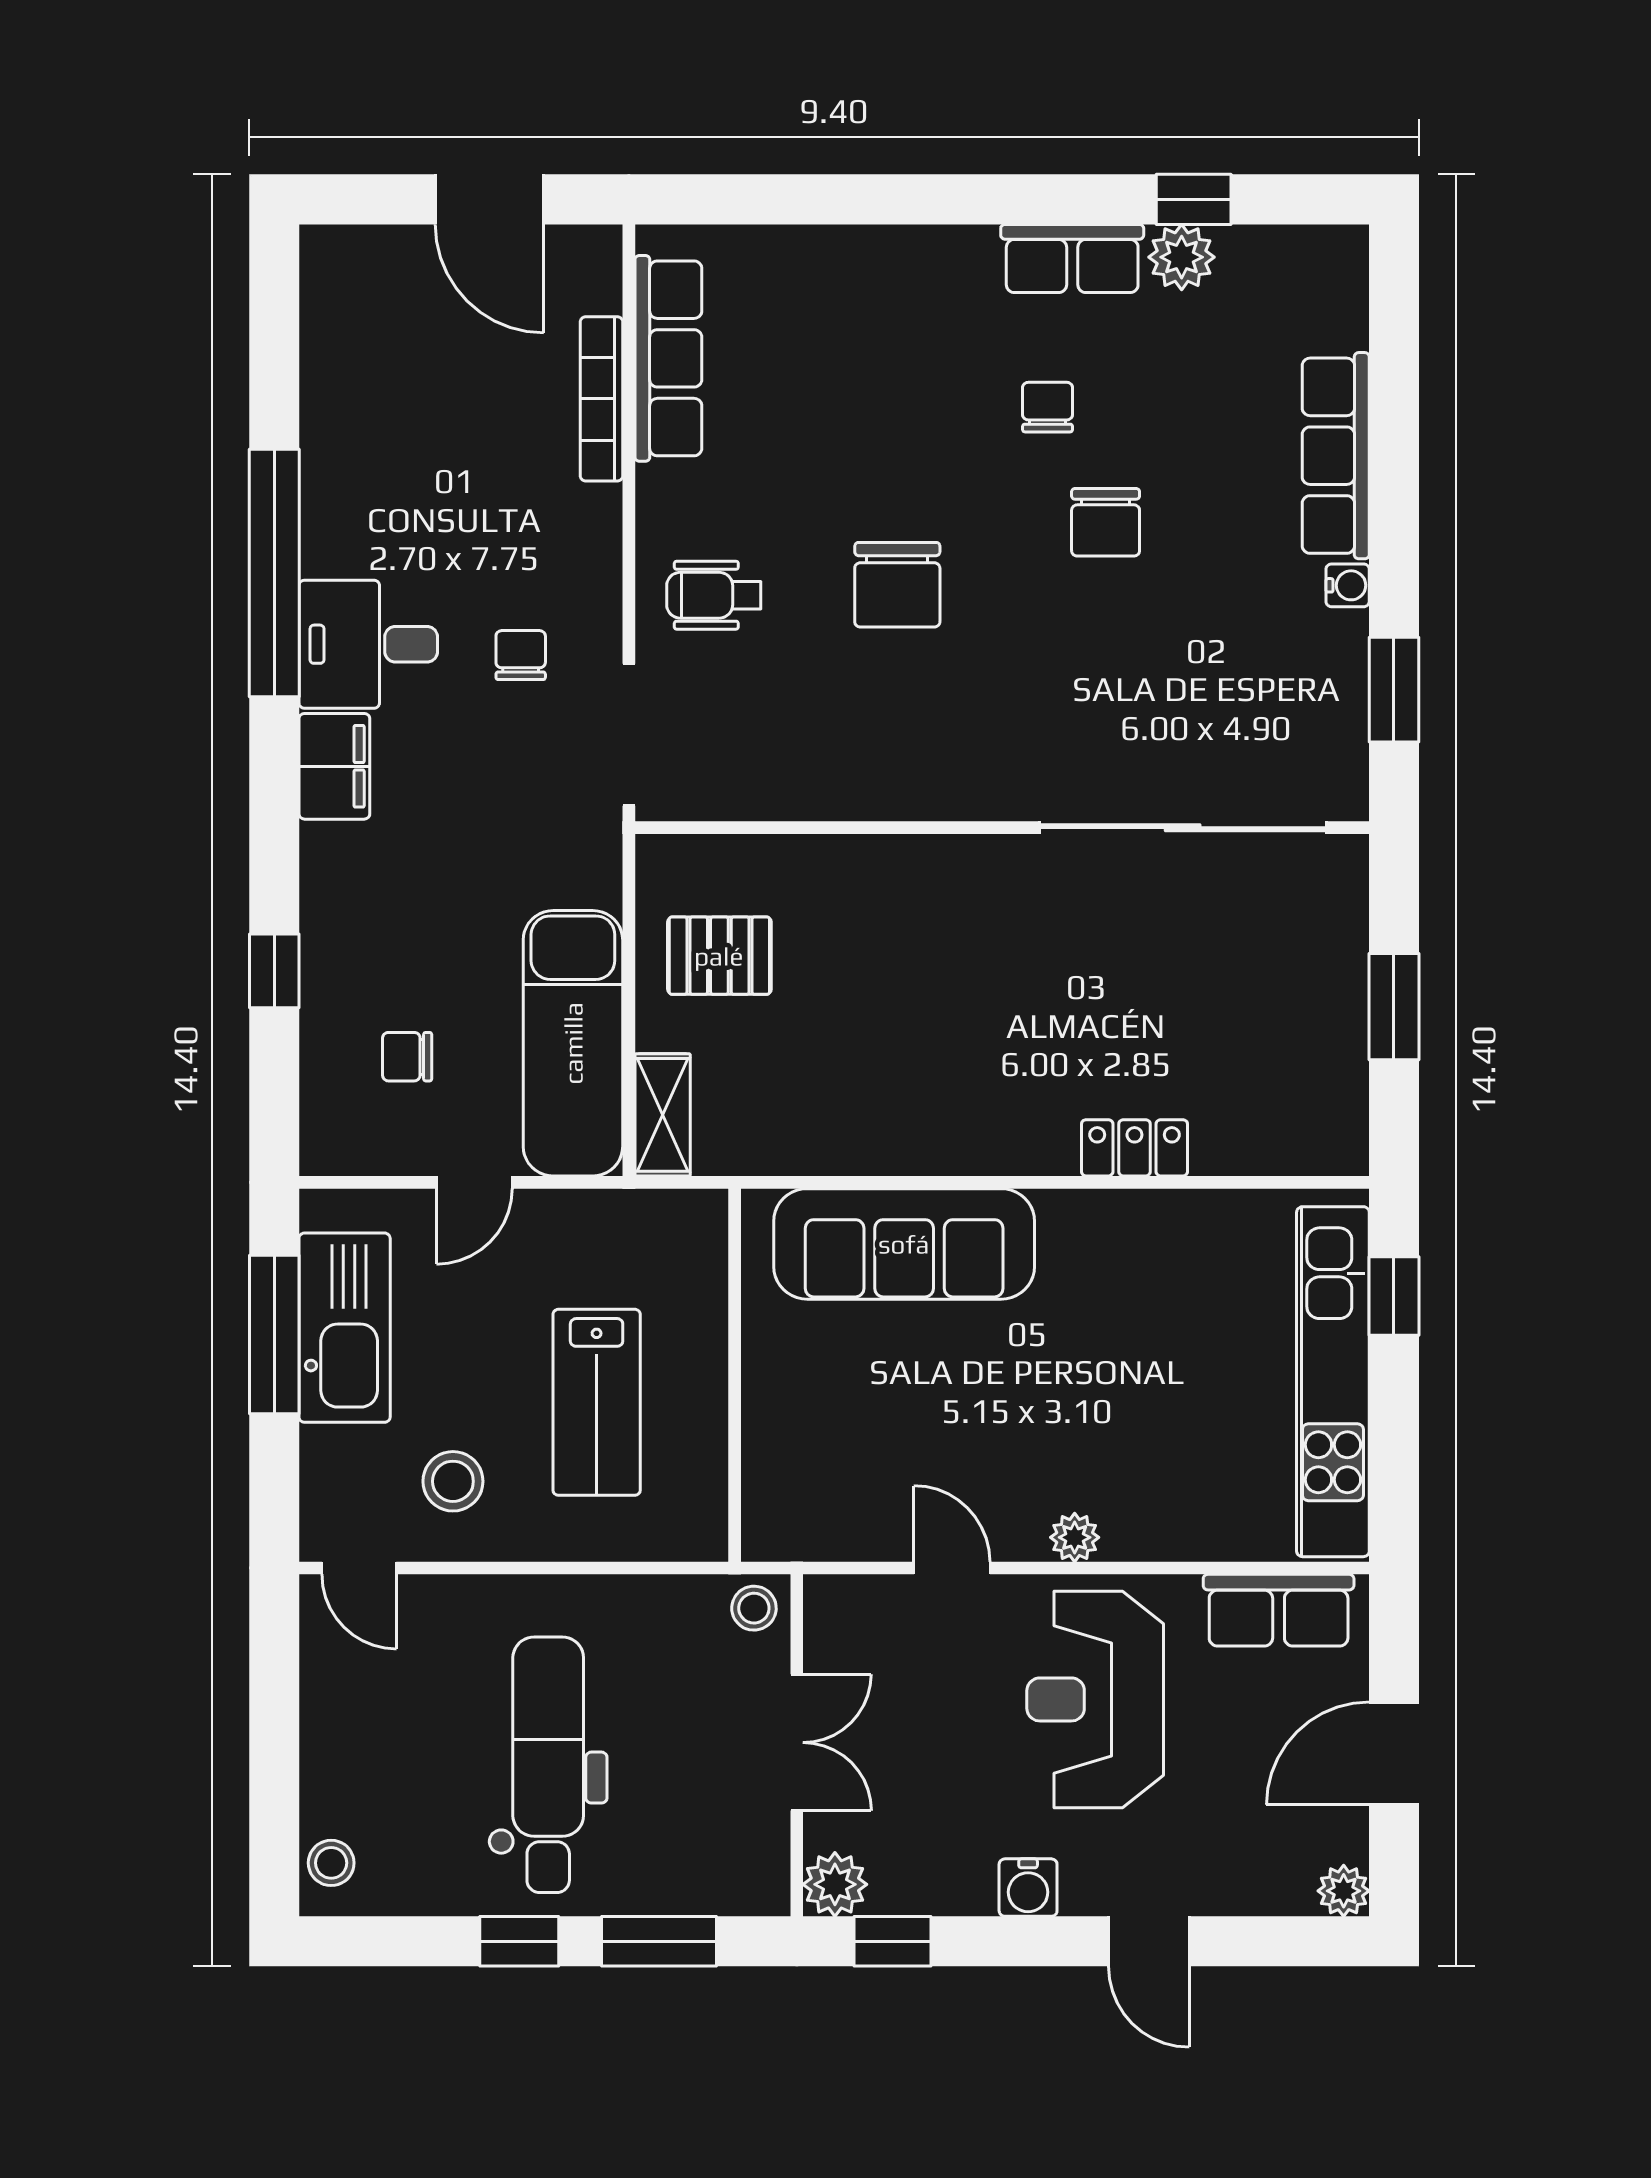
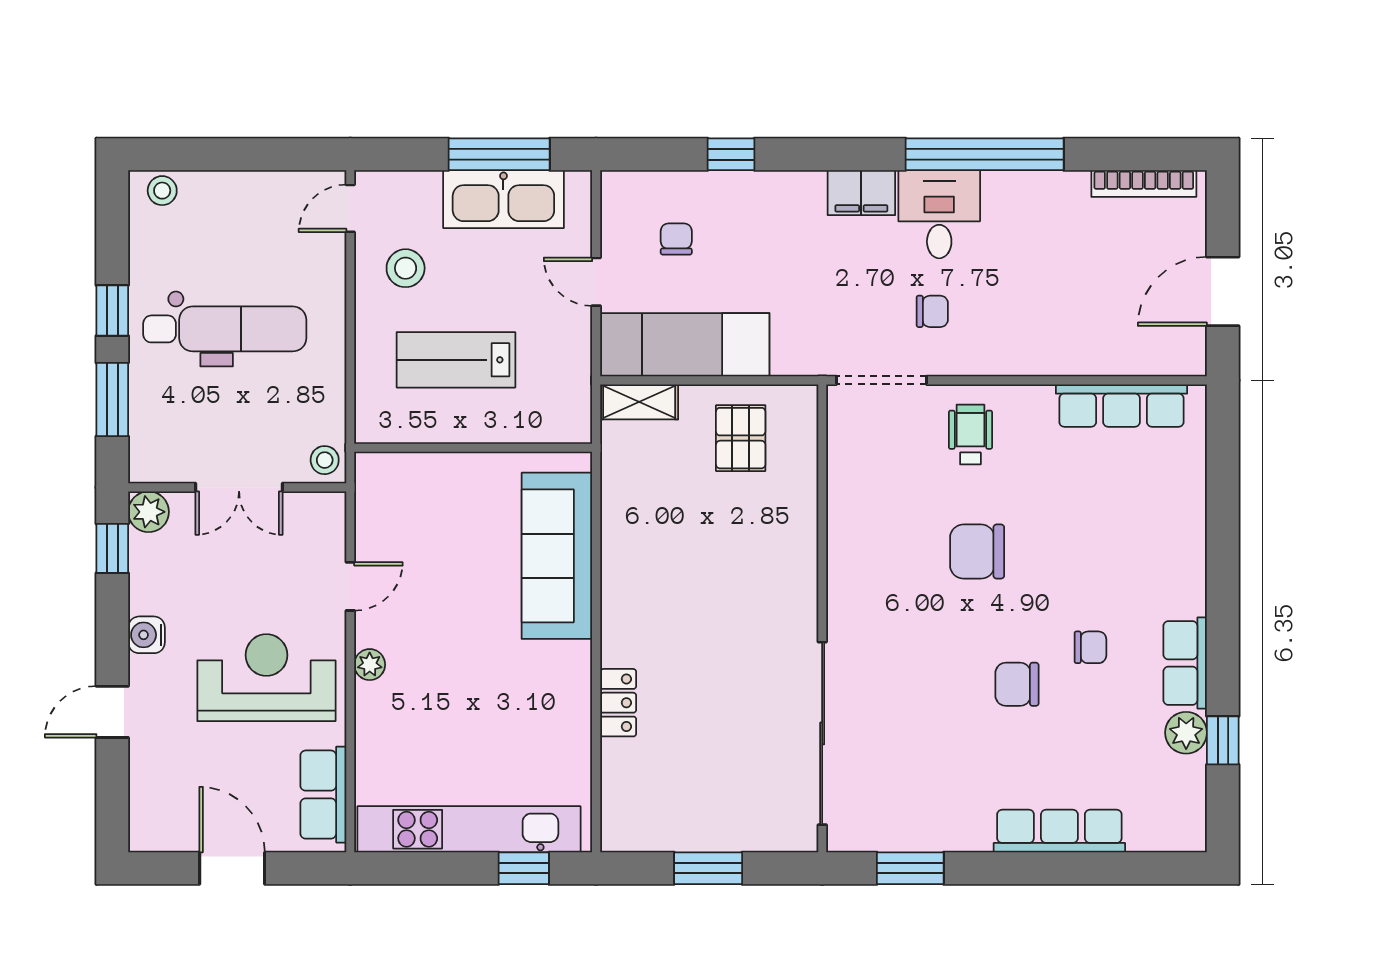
bookcase: (602, 399) -> (1144, 184), moved, turned 180
water cooler: (1348, 585) -> (977, 839), removed
plant: (1344, 1891) -> (144, 836), removed

